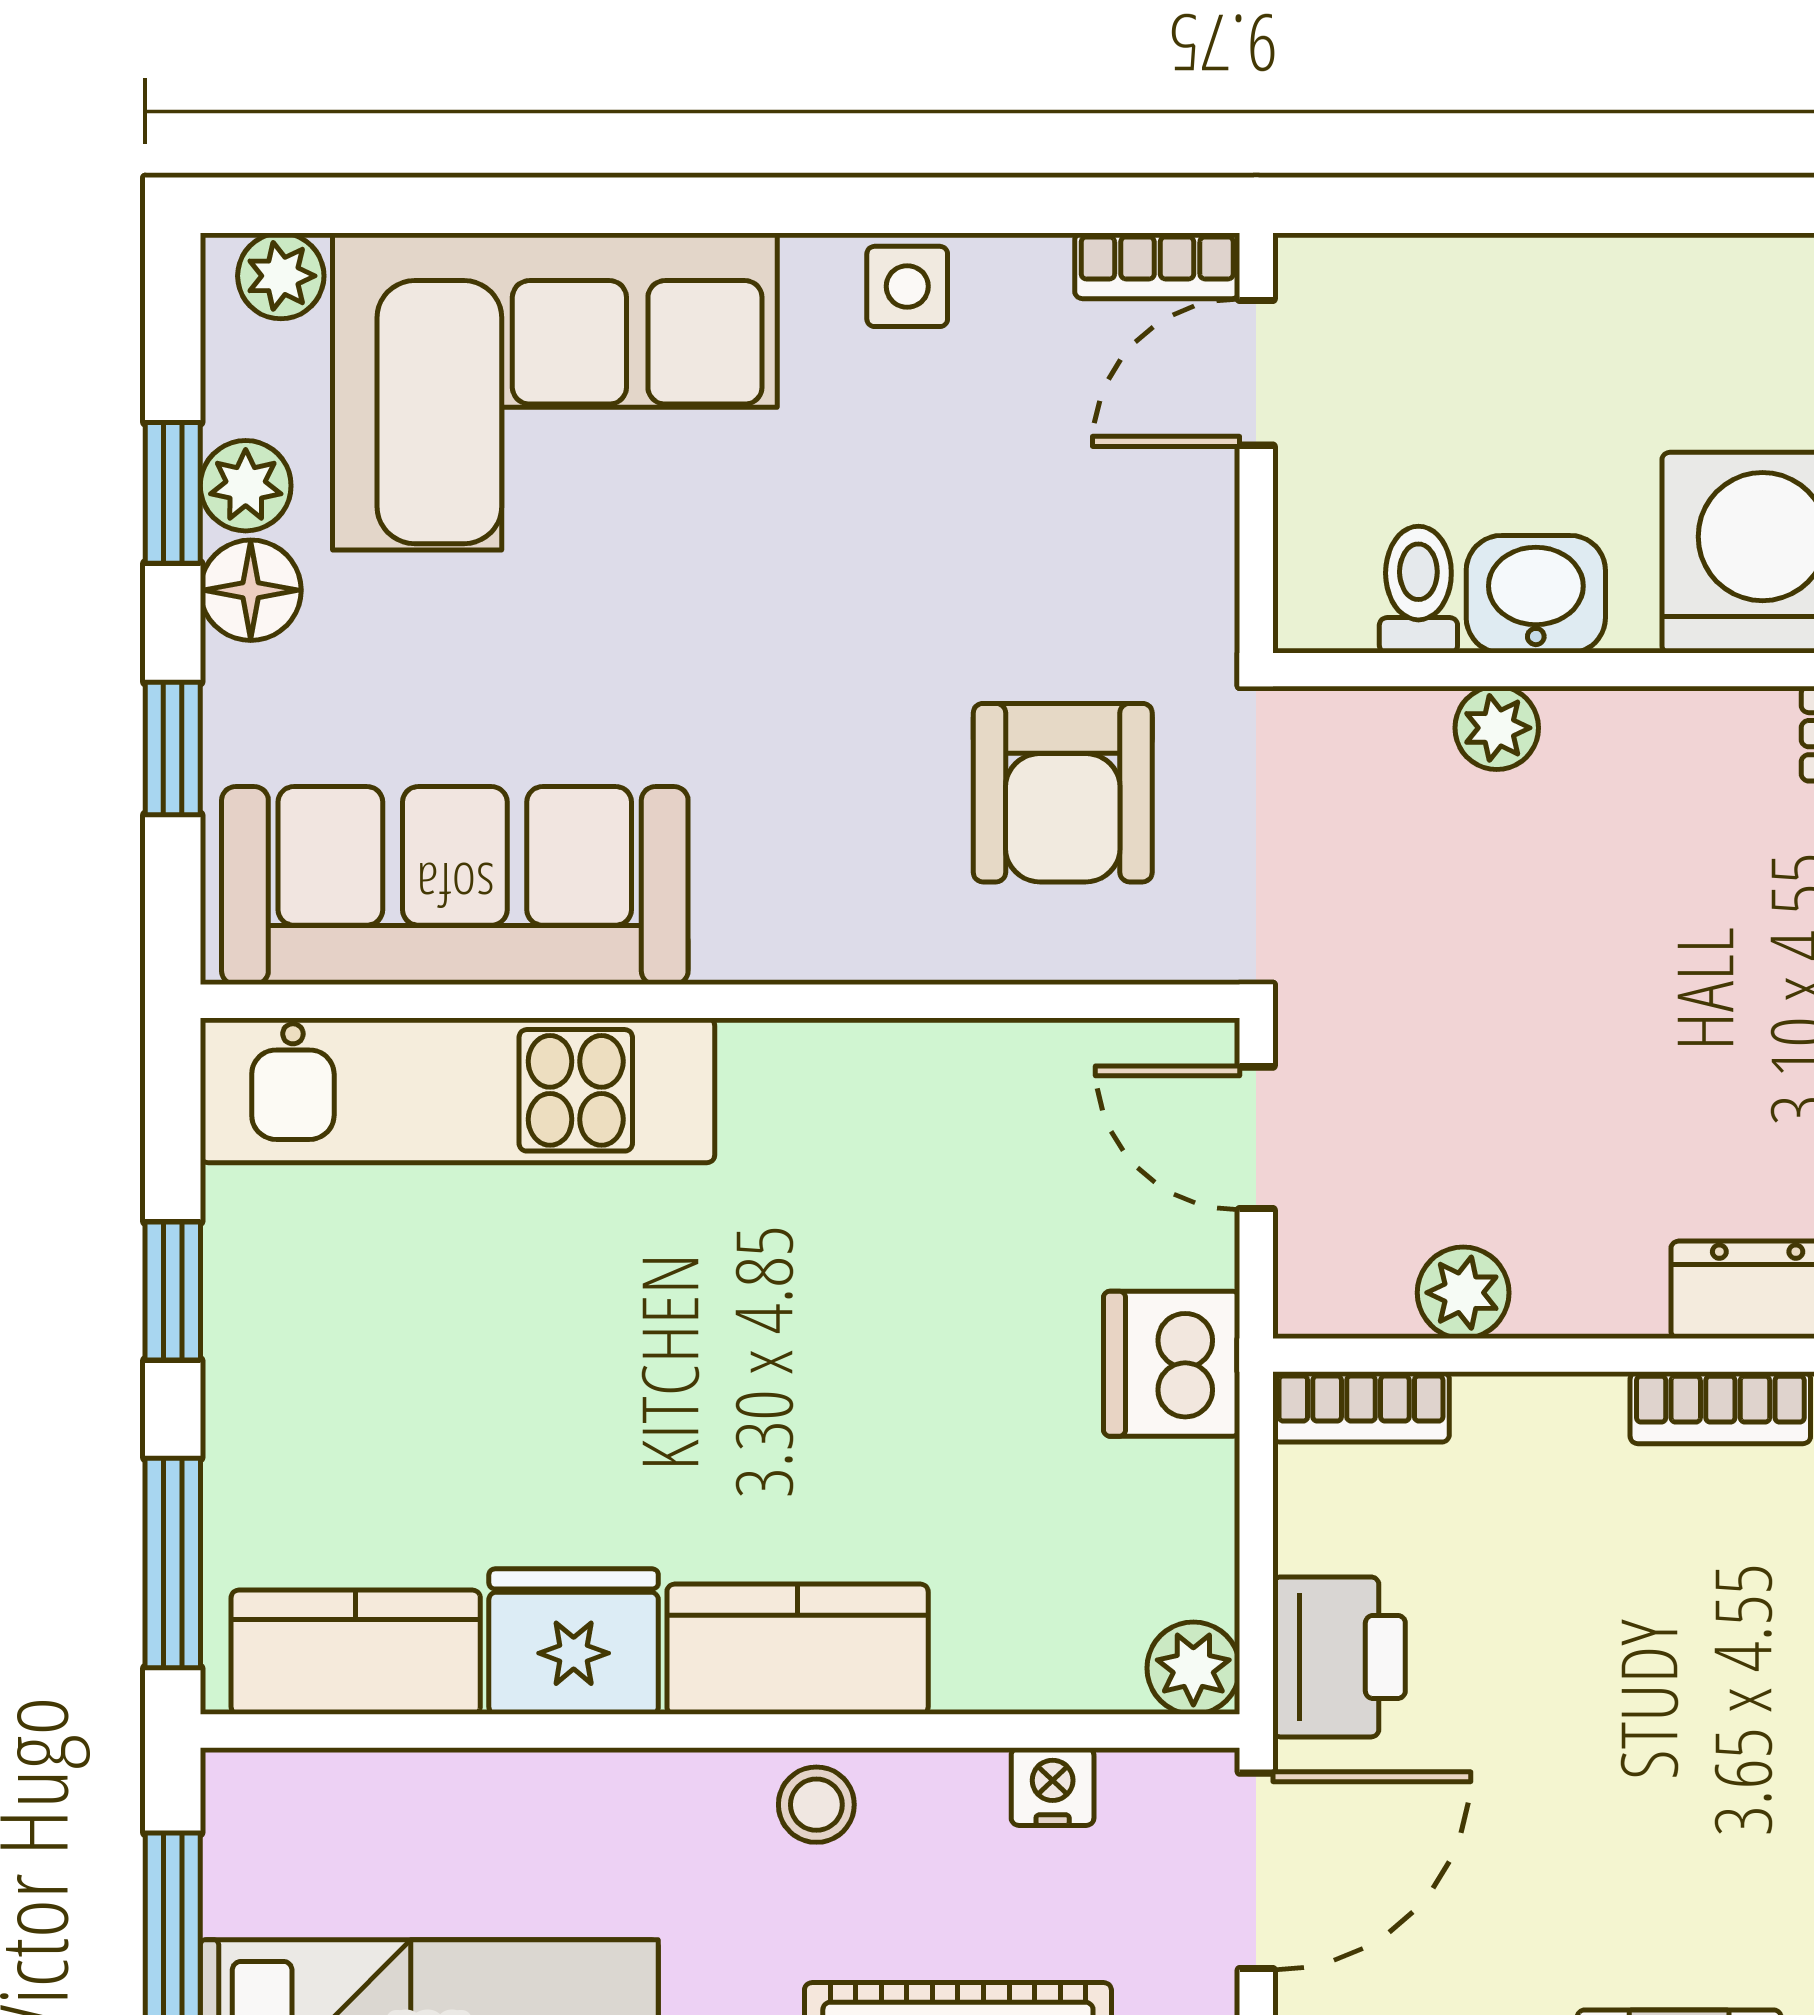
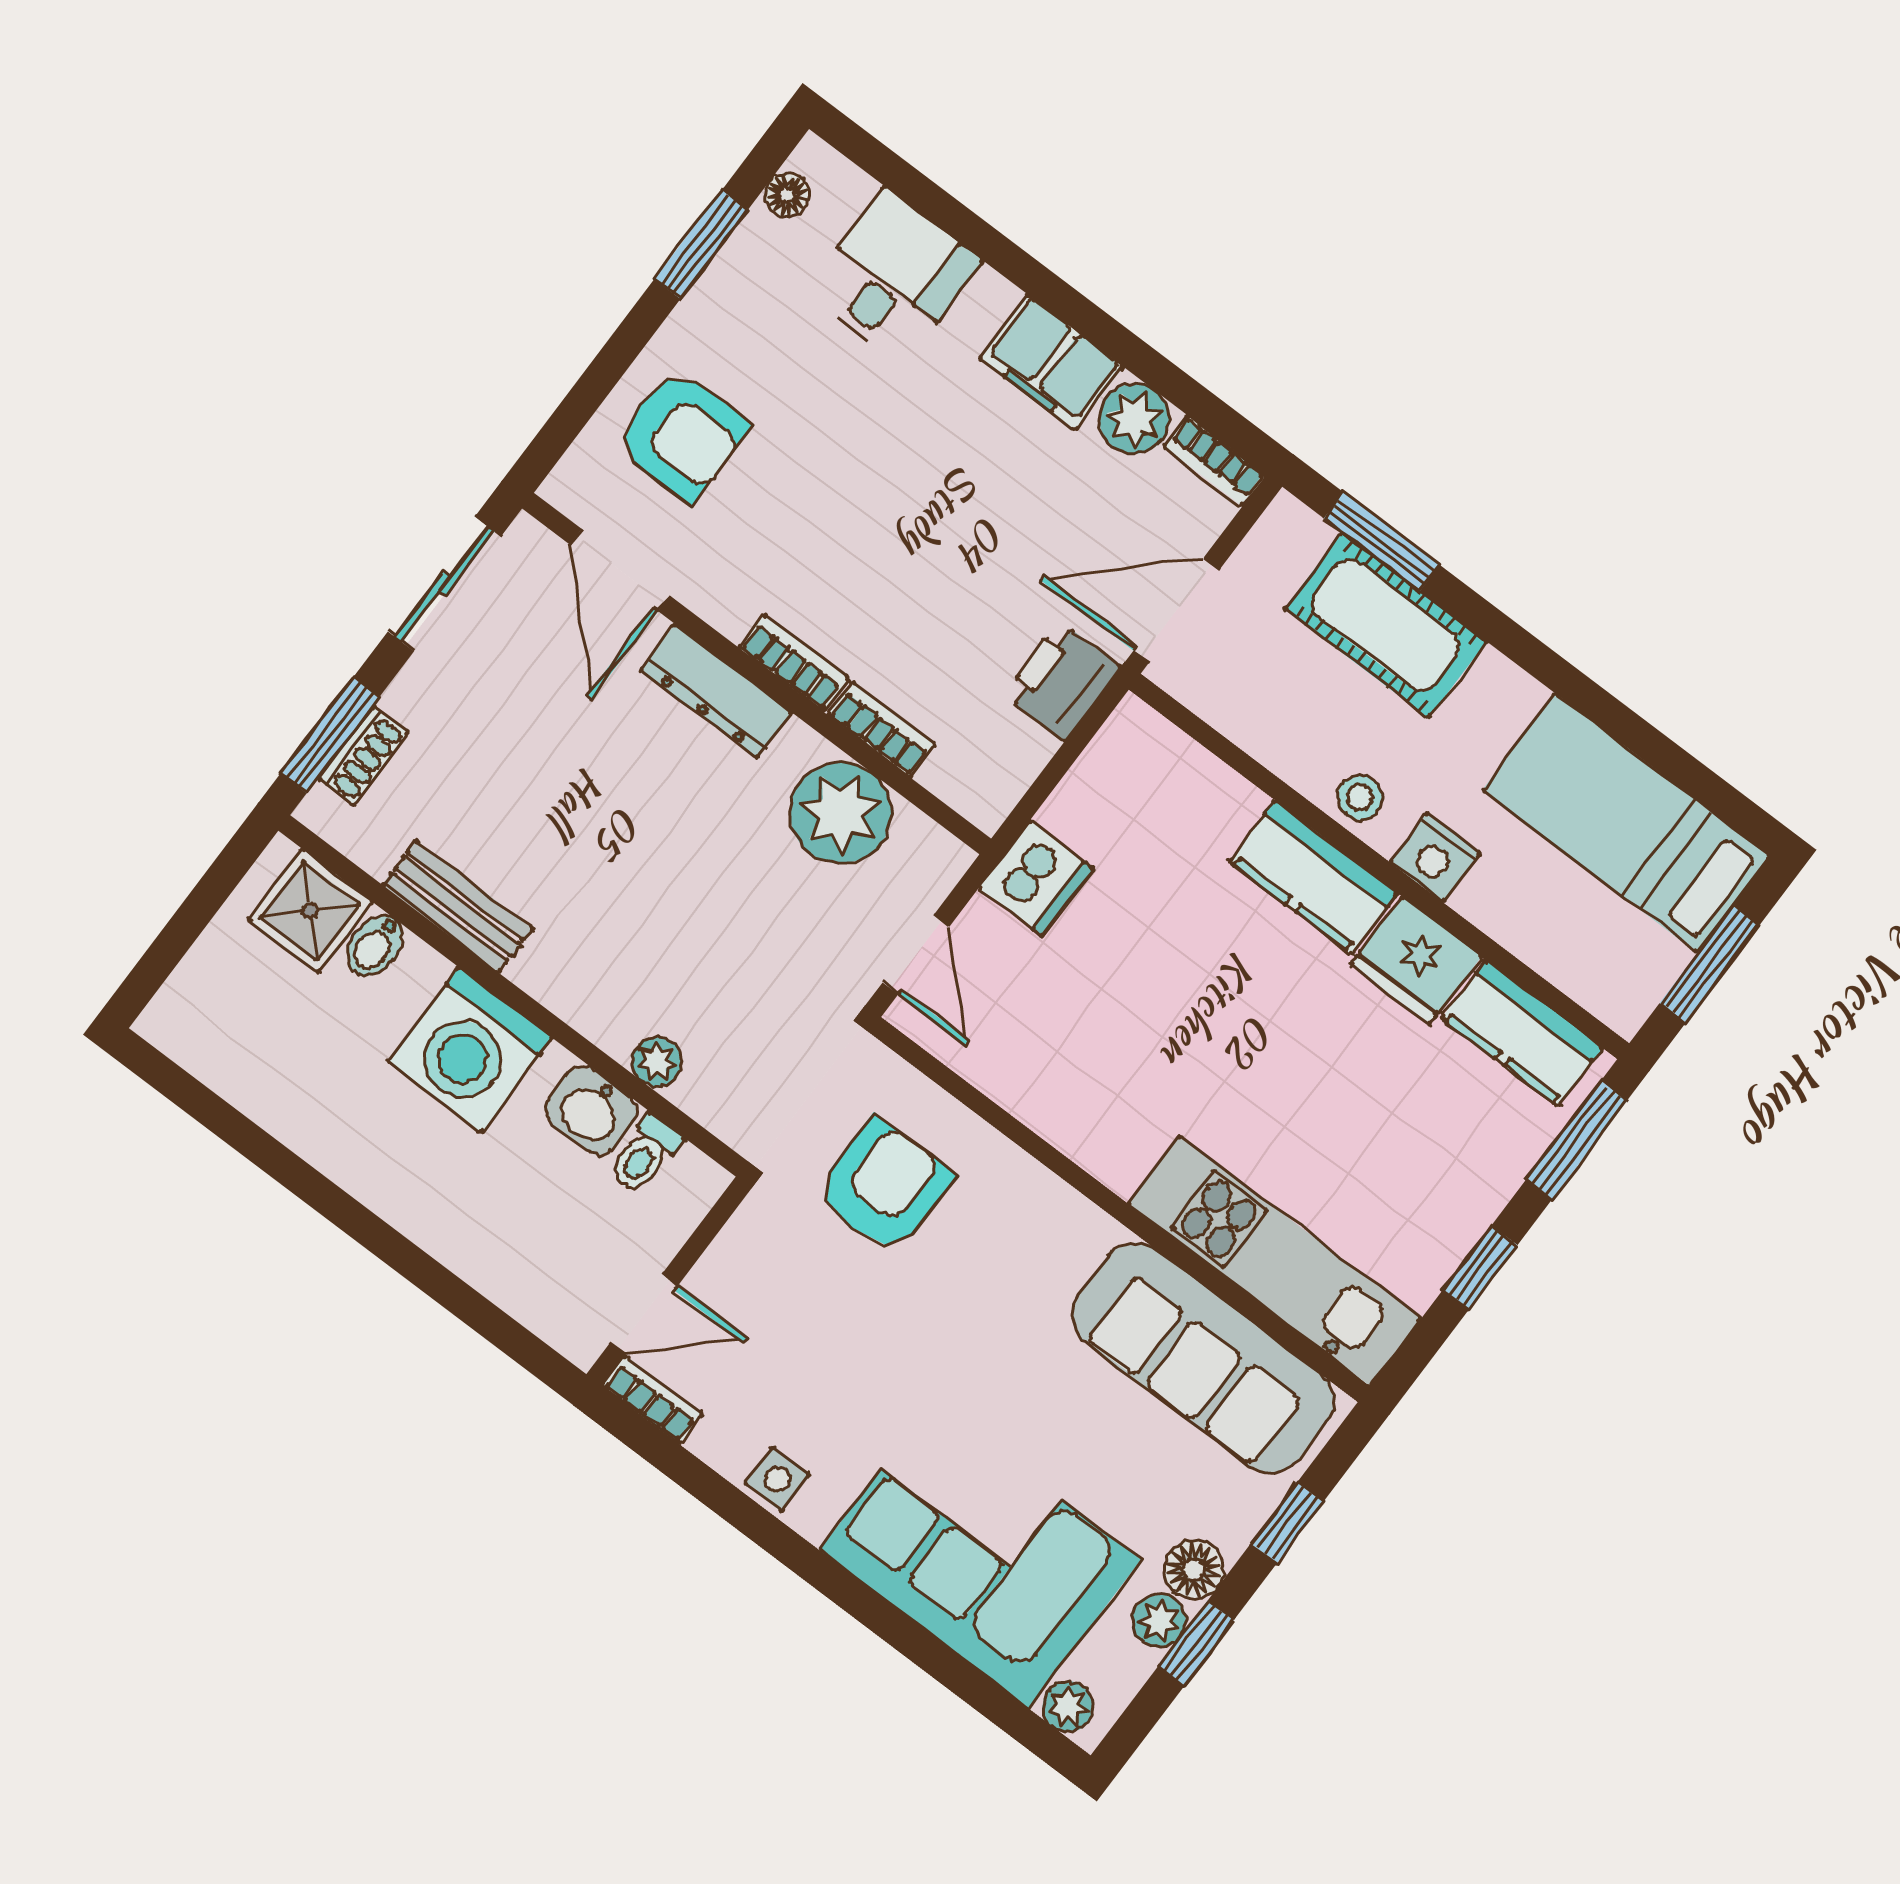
plant: (1463, 1293) -> (841, 813), width x1.87, depth x1.87
bookcase: (1361, 1407) -> (881, 730), moved
plant: (1193, 1668) -> (1134, 728), removed
nightstand: (1053, 1787) -> (1435, 858), moved, width x1.39, depth x1.35

